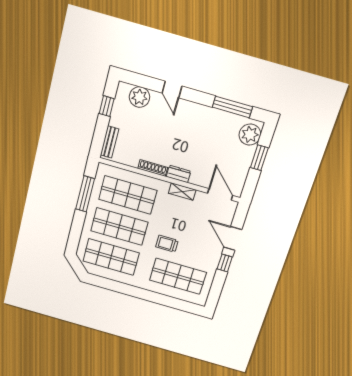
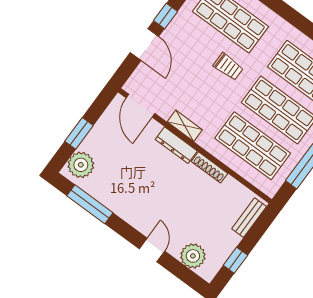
dresser: (178, 174) -> (176, 145), width x1.44

